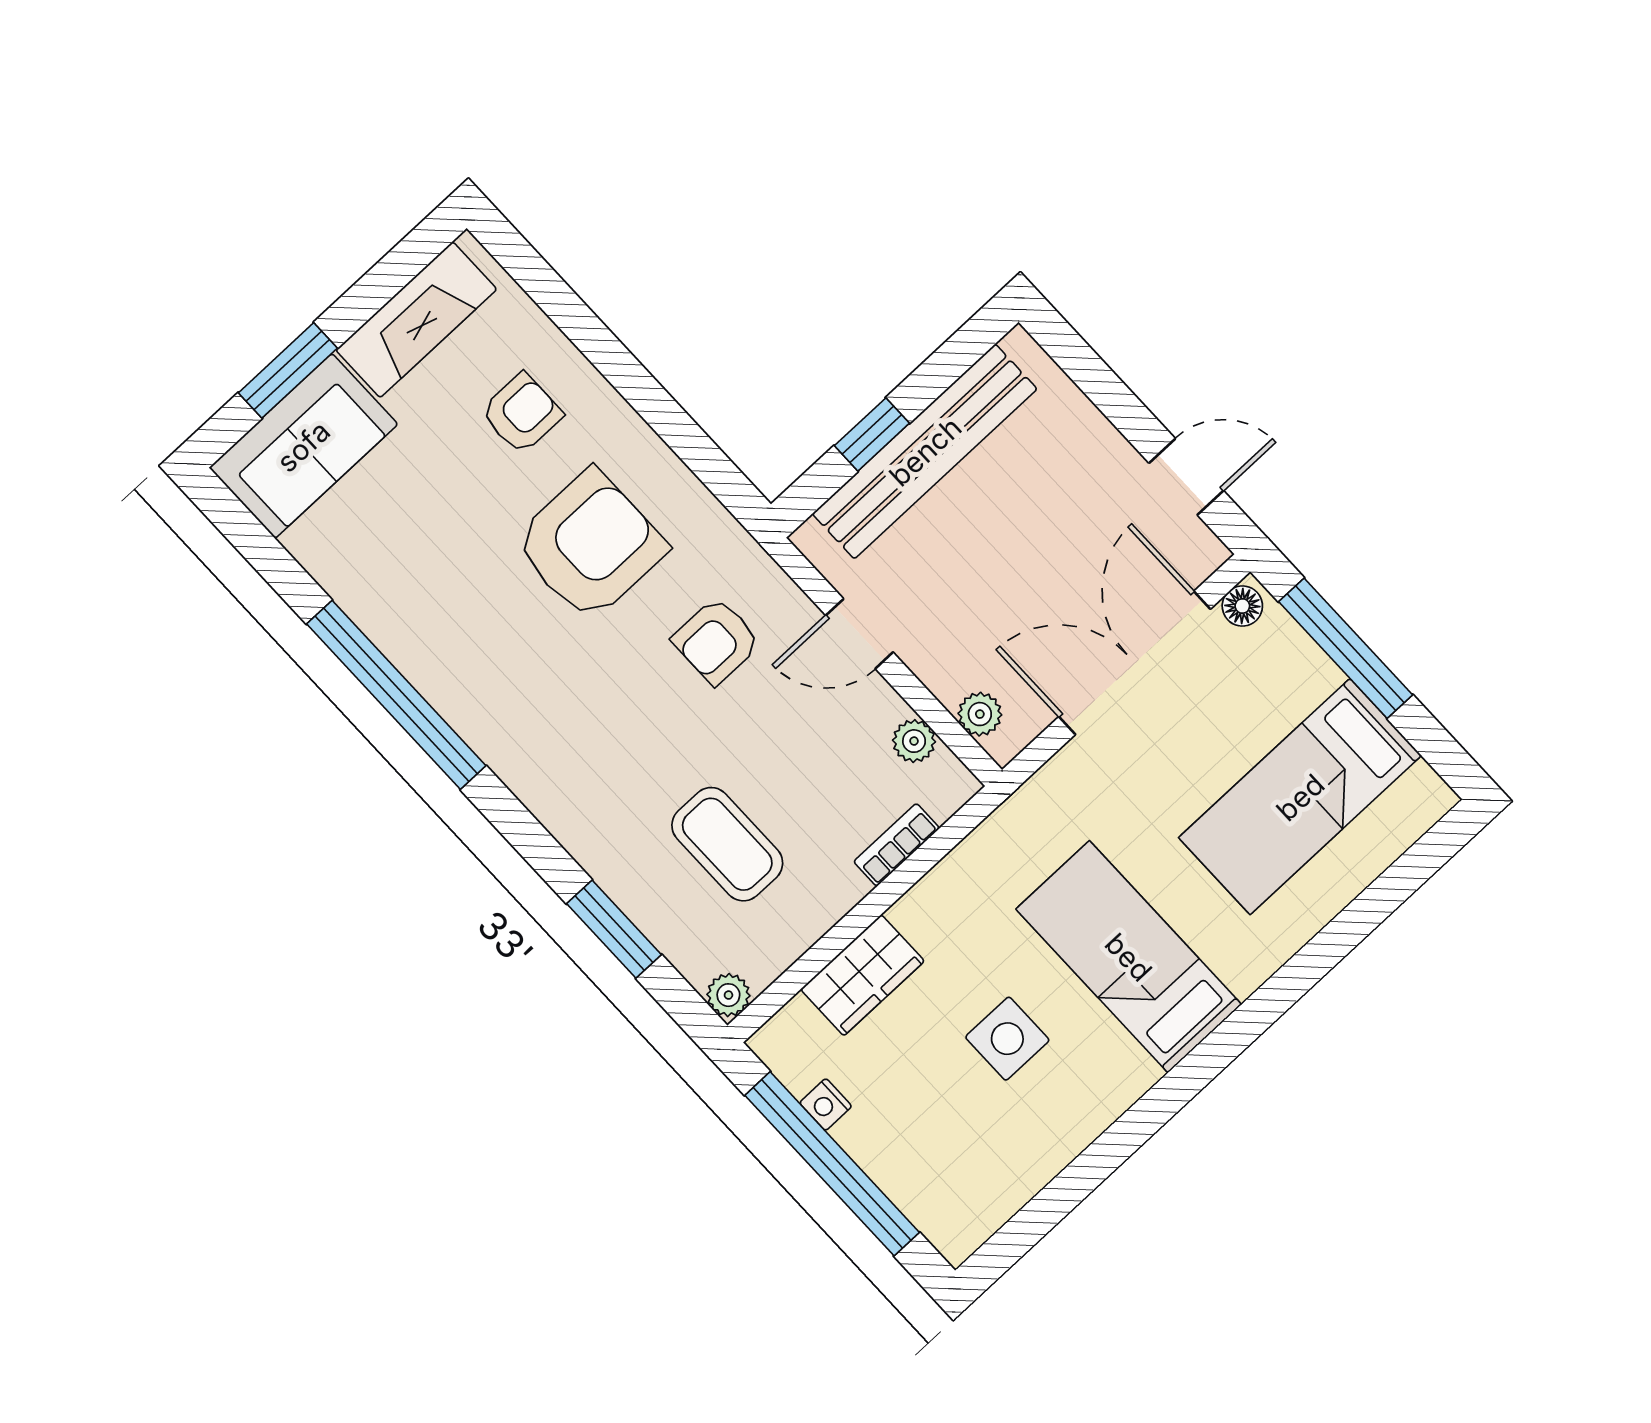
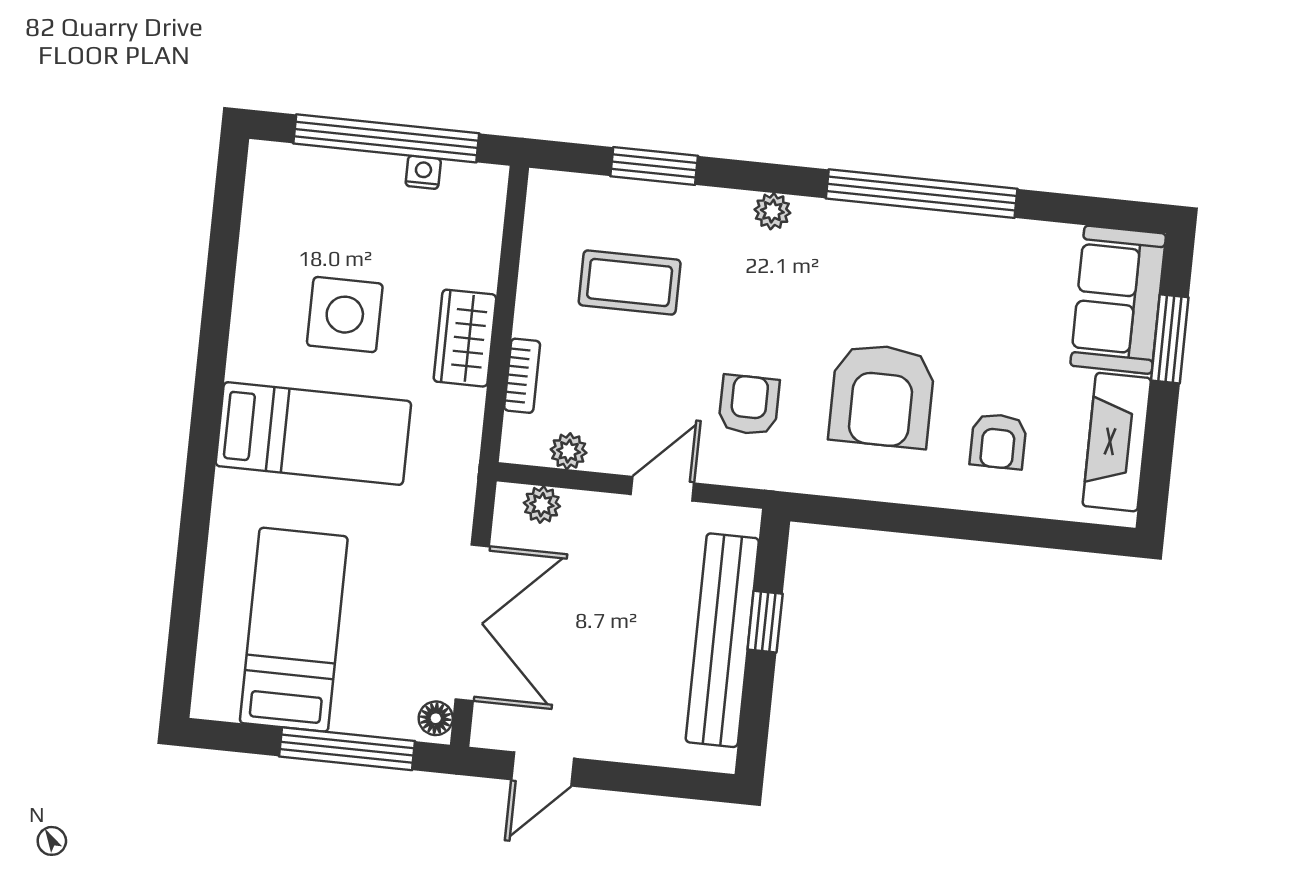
wardrobe: (863, 975) -> (465, 338), moved
plant: (728, 995) -> (772, 211), moved
side table: (1007, 1039) -> (345, 315), width x1.37, depth x1.37

